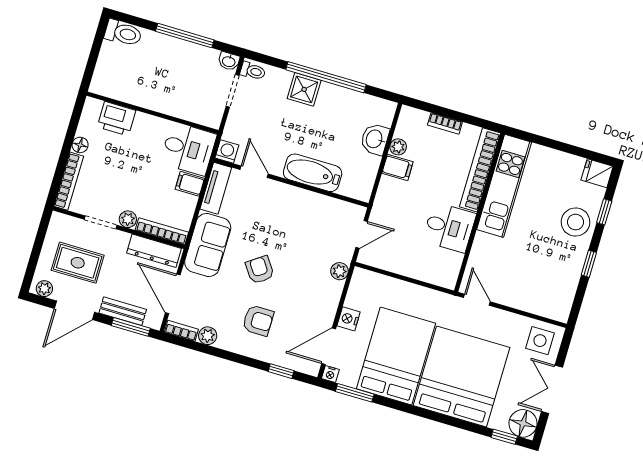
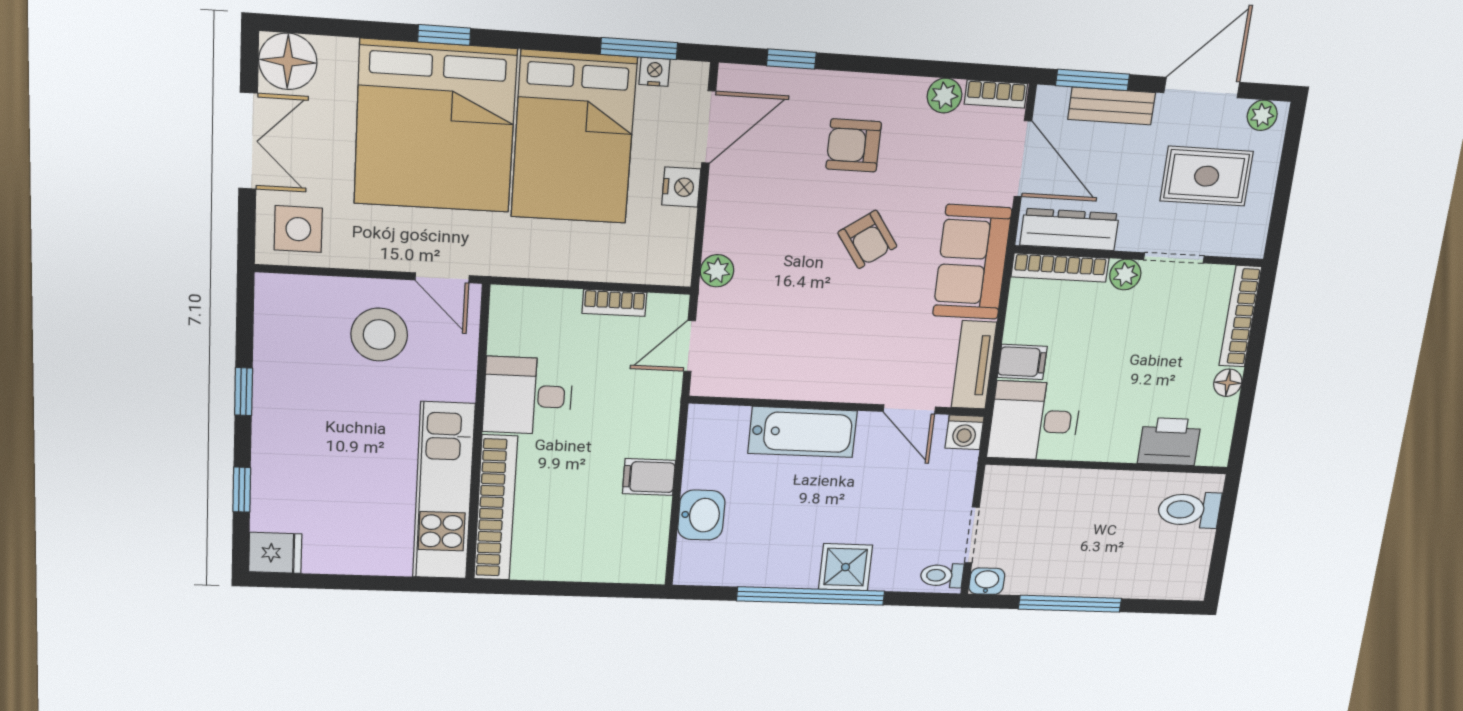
toilet: (123, 33) -> (1189, 510), moved
bookcase: (445, 123) -> (614, 303), moved, turned 180
plant: (398, 147) -> (656, 512), removed
stool: (575, 222) -> (379, 335), moved
nightstand: (330, 374) -> (655, 72), moved
window: (504, 437) -> (444, 35), moved

